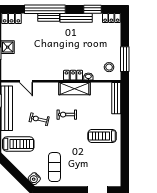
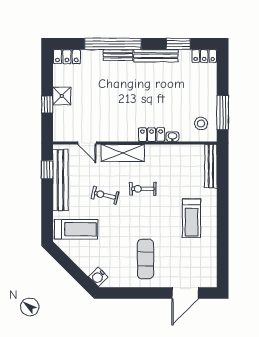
shelving: (74, 89) -> (123, 153), moved
treadmill: (102, 136) -> (191, 218), turned -90
exercise mat: (54, 167) -> (145, 259), moved

